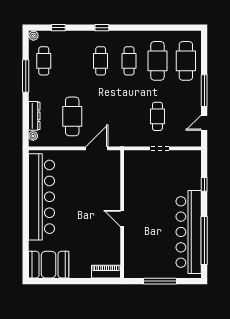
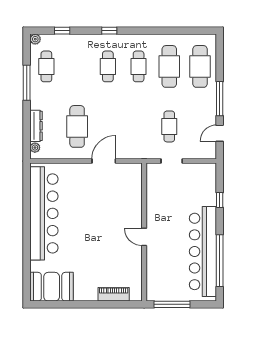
wall: (122, 214) -> (144, 232), moved
door: (122, 219) -> (144, 237), moved

